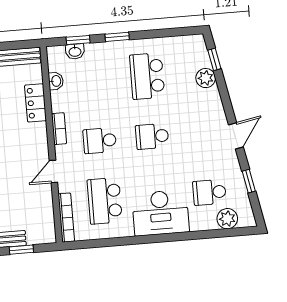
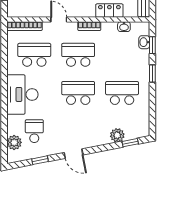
school desk: (152, 136) -> (78, 93), width x1.85
school desk: (100, 141) -> (78, 55), width x1.85

